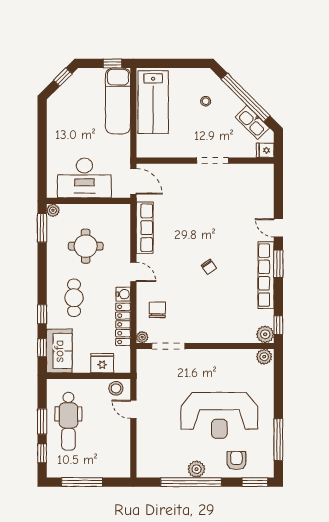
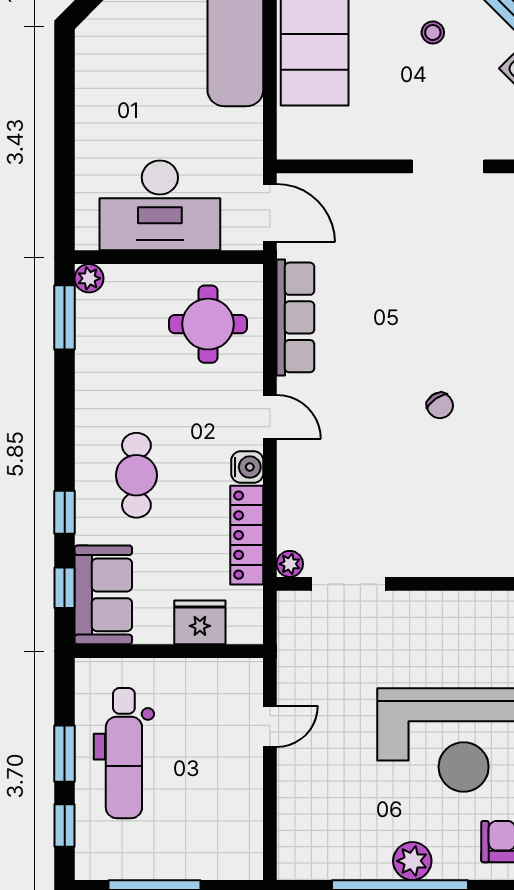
round table: (86, 246) -> (208, 324), moved
chair: (157, 310) -> (324, 502), removed
stool: (116, 388) -> (231, 679), removed
door: (133, 409) -> (270, 726), swing flipped

